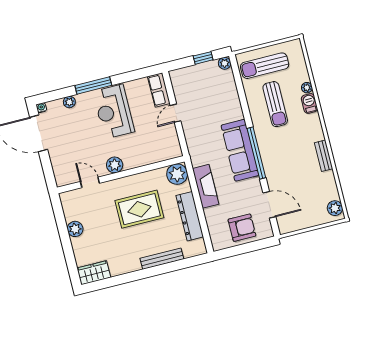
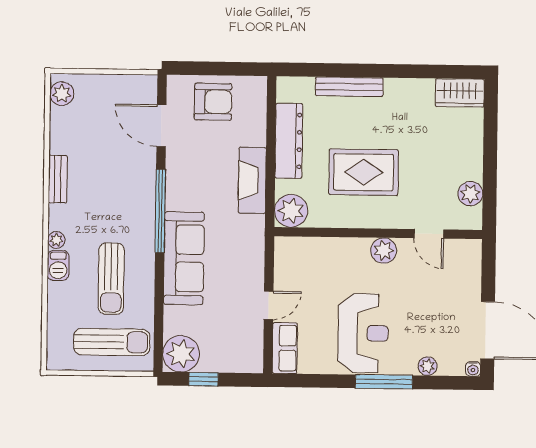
plant: (225, 63) -> (181, 354), width x1.88, depth x1.88
plant: (307, 88) -> (56, 240), moved
sun lounger: (275, 104) -> (111, 279), turned 180
sofa: (240, 150) -> (184, 258), moved
armchair: (242, 228) -> (213, 102), turned 180
plant: (75, 229) -> (470, 194), moved

